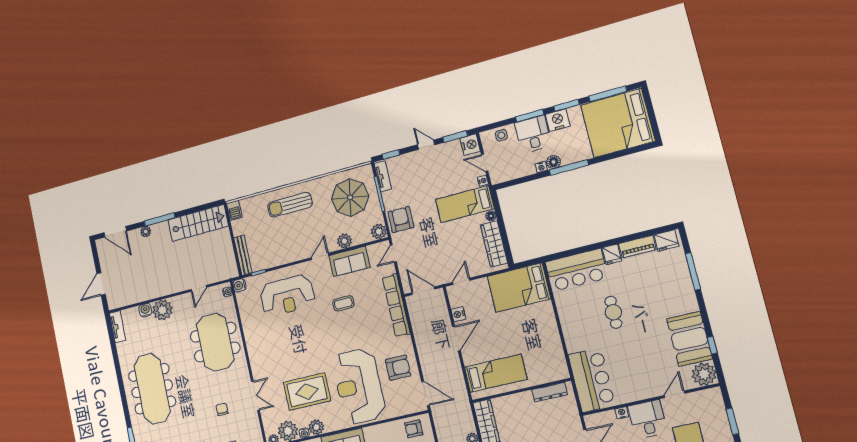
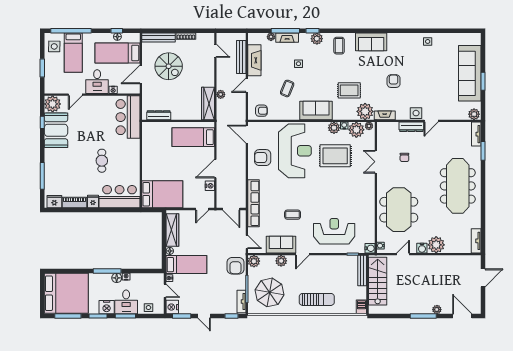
stairs: (198, 223) -> (378, 281), moved, turned 90
door: (393, 254) -> (247, 242), hinge flipped
water cooler: (145, 310) -> (422, 248), moved

